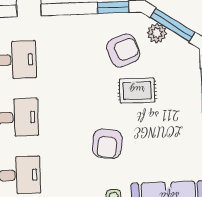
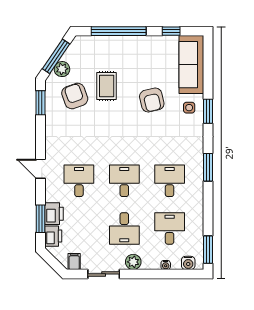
armchair: (107, 144) -> (152, 100), moved, turned 69

